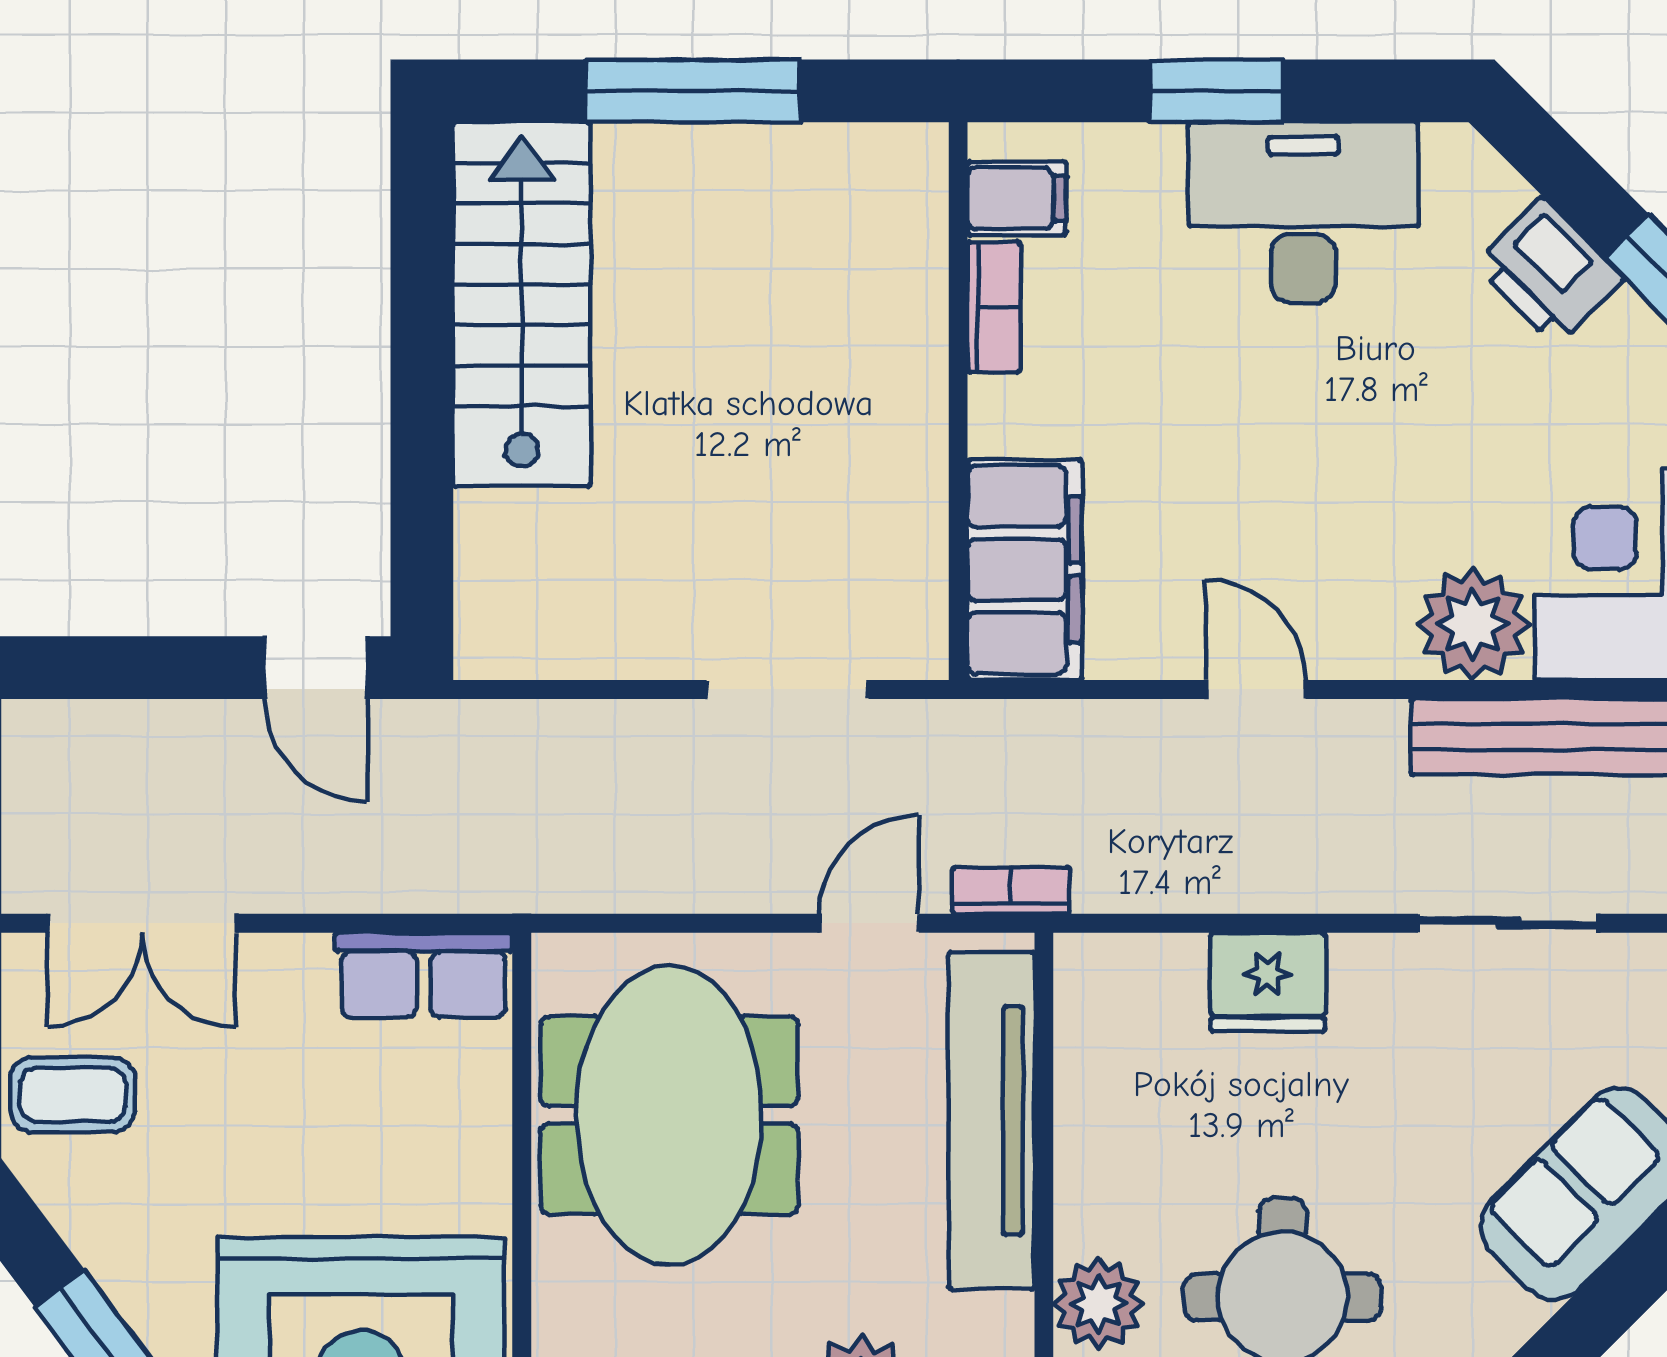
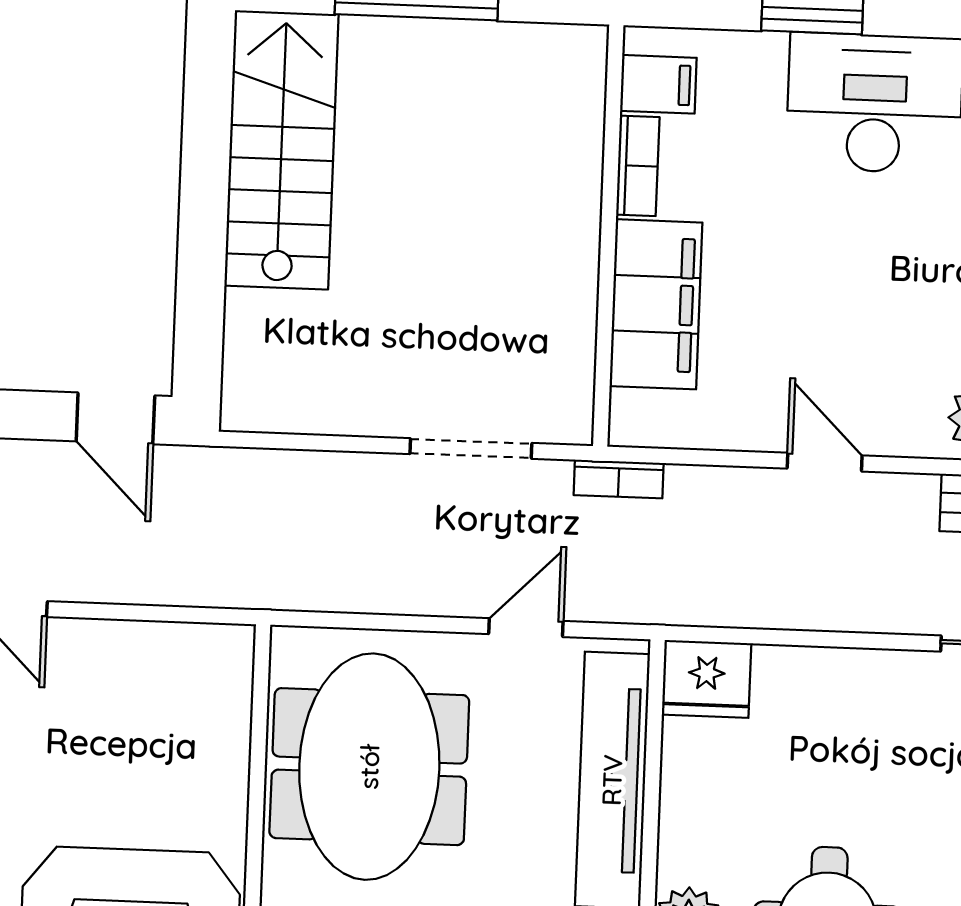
filing cabinet: (1025, 570) -> (656, 304), moved
bookcase: (1011, 890) -> (619, 479), moved, turned 180
row of seats: (424, 975) -> (188, 654), removed
fridge: (1268, 982) -> (707, 679), moved

